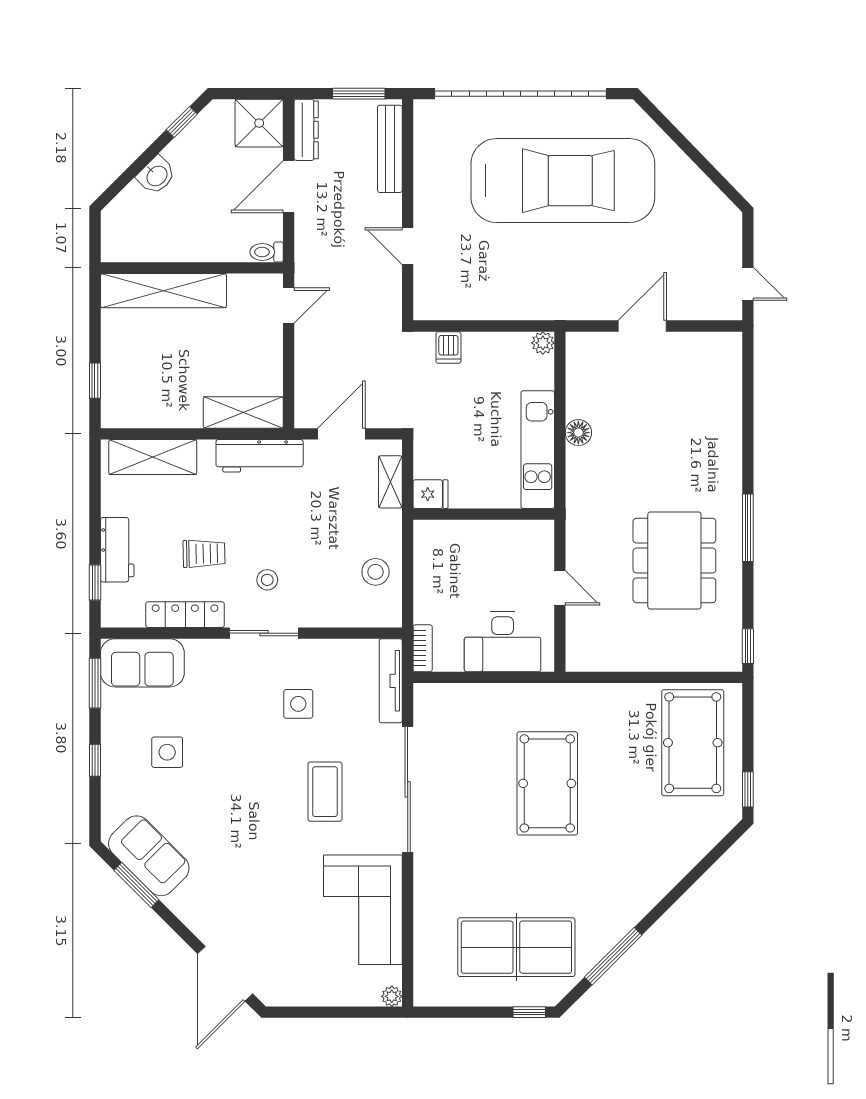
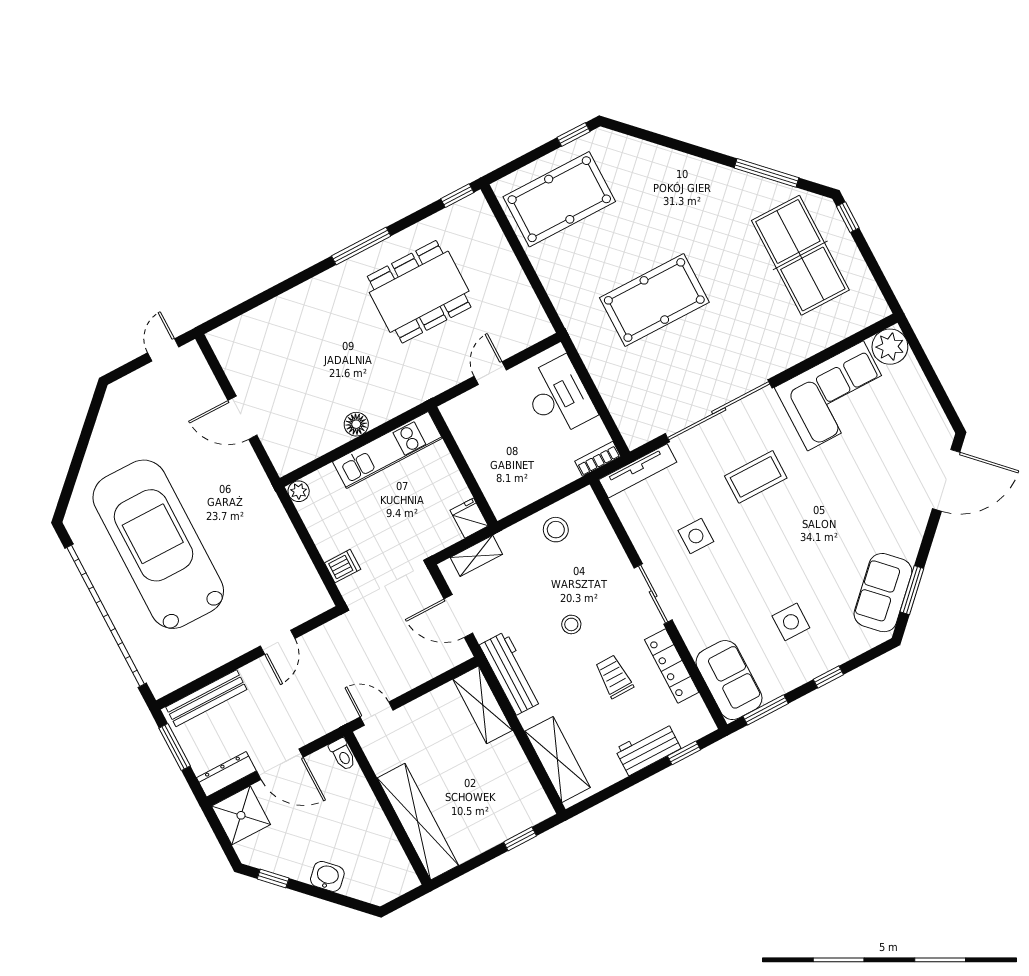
stool: (267, 580) -> (571, 624), moved
plant: (392, 996) -> (890, 347), width x1.87, depth x1.87

